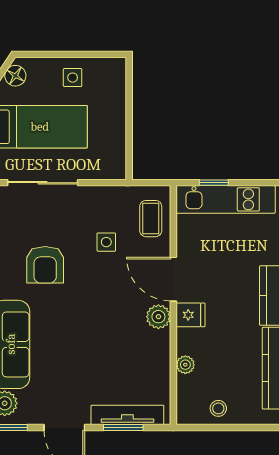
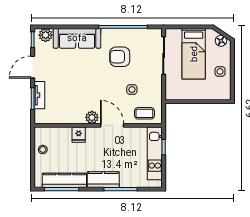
door: (173, 279) -> (112, 125), hinge flipped
fridge: (191, 315) -> (79, 135), moved
plant: (185, 365) -> (66, 132), removed
tv unit: (127, 415) -> (39, 95), width x0.71

